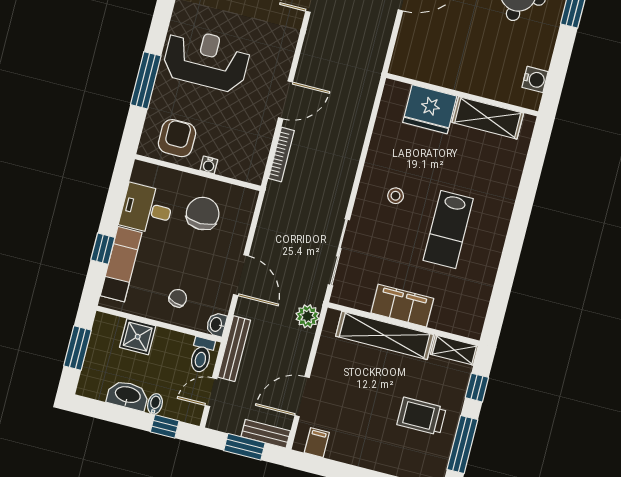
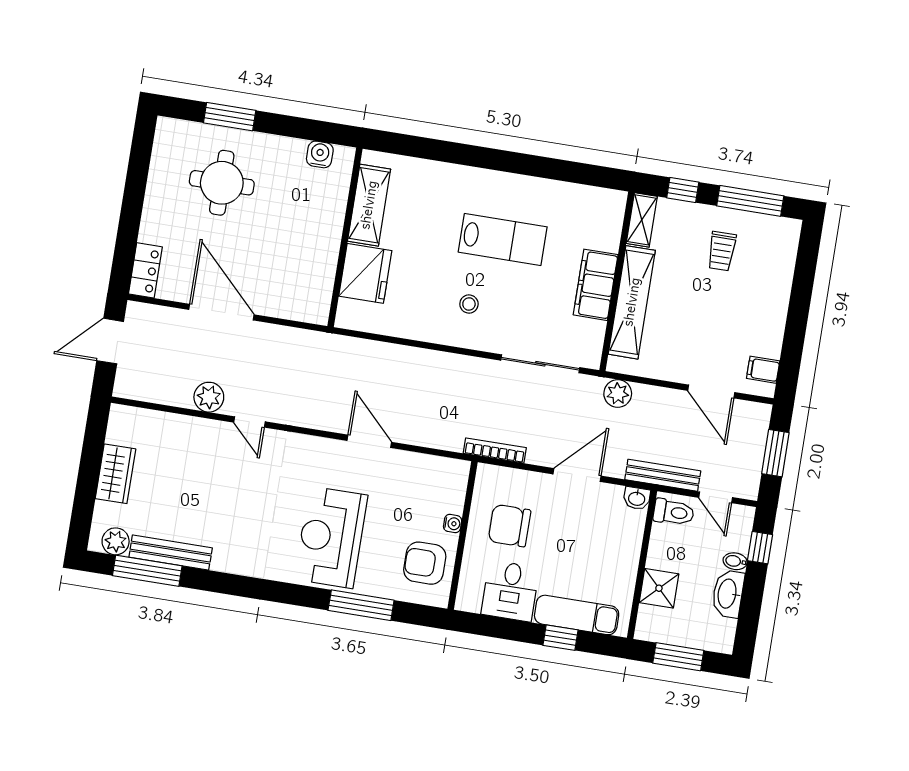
bookcase: (281, 154) -> (495, 451), moved
chair: (178, 298) -> (610, 546), removed
trolley: (421, 416) -> (722, 251), width x0.73, depth x0.72
bench: (266, 434) -> (758, 430), removed

